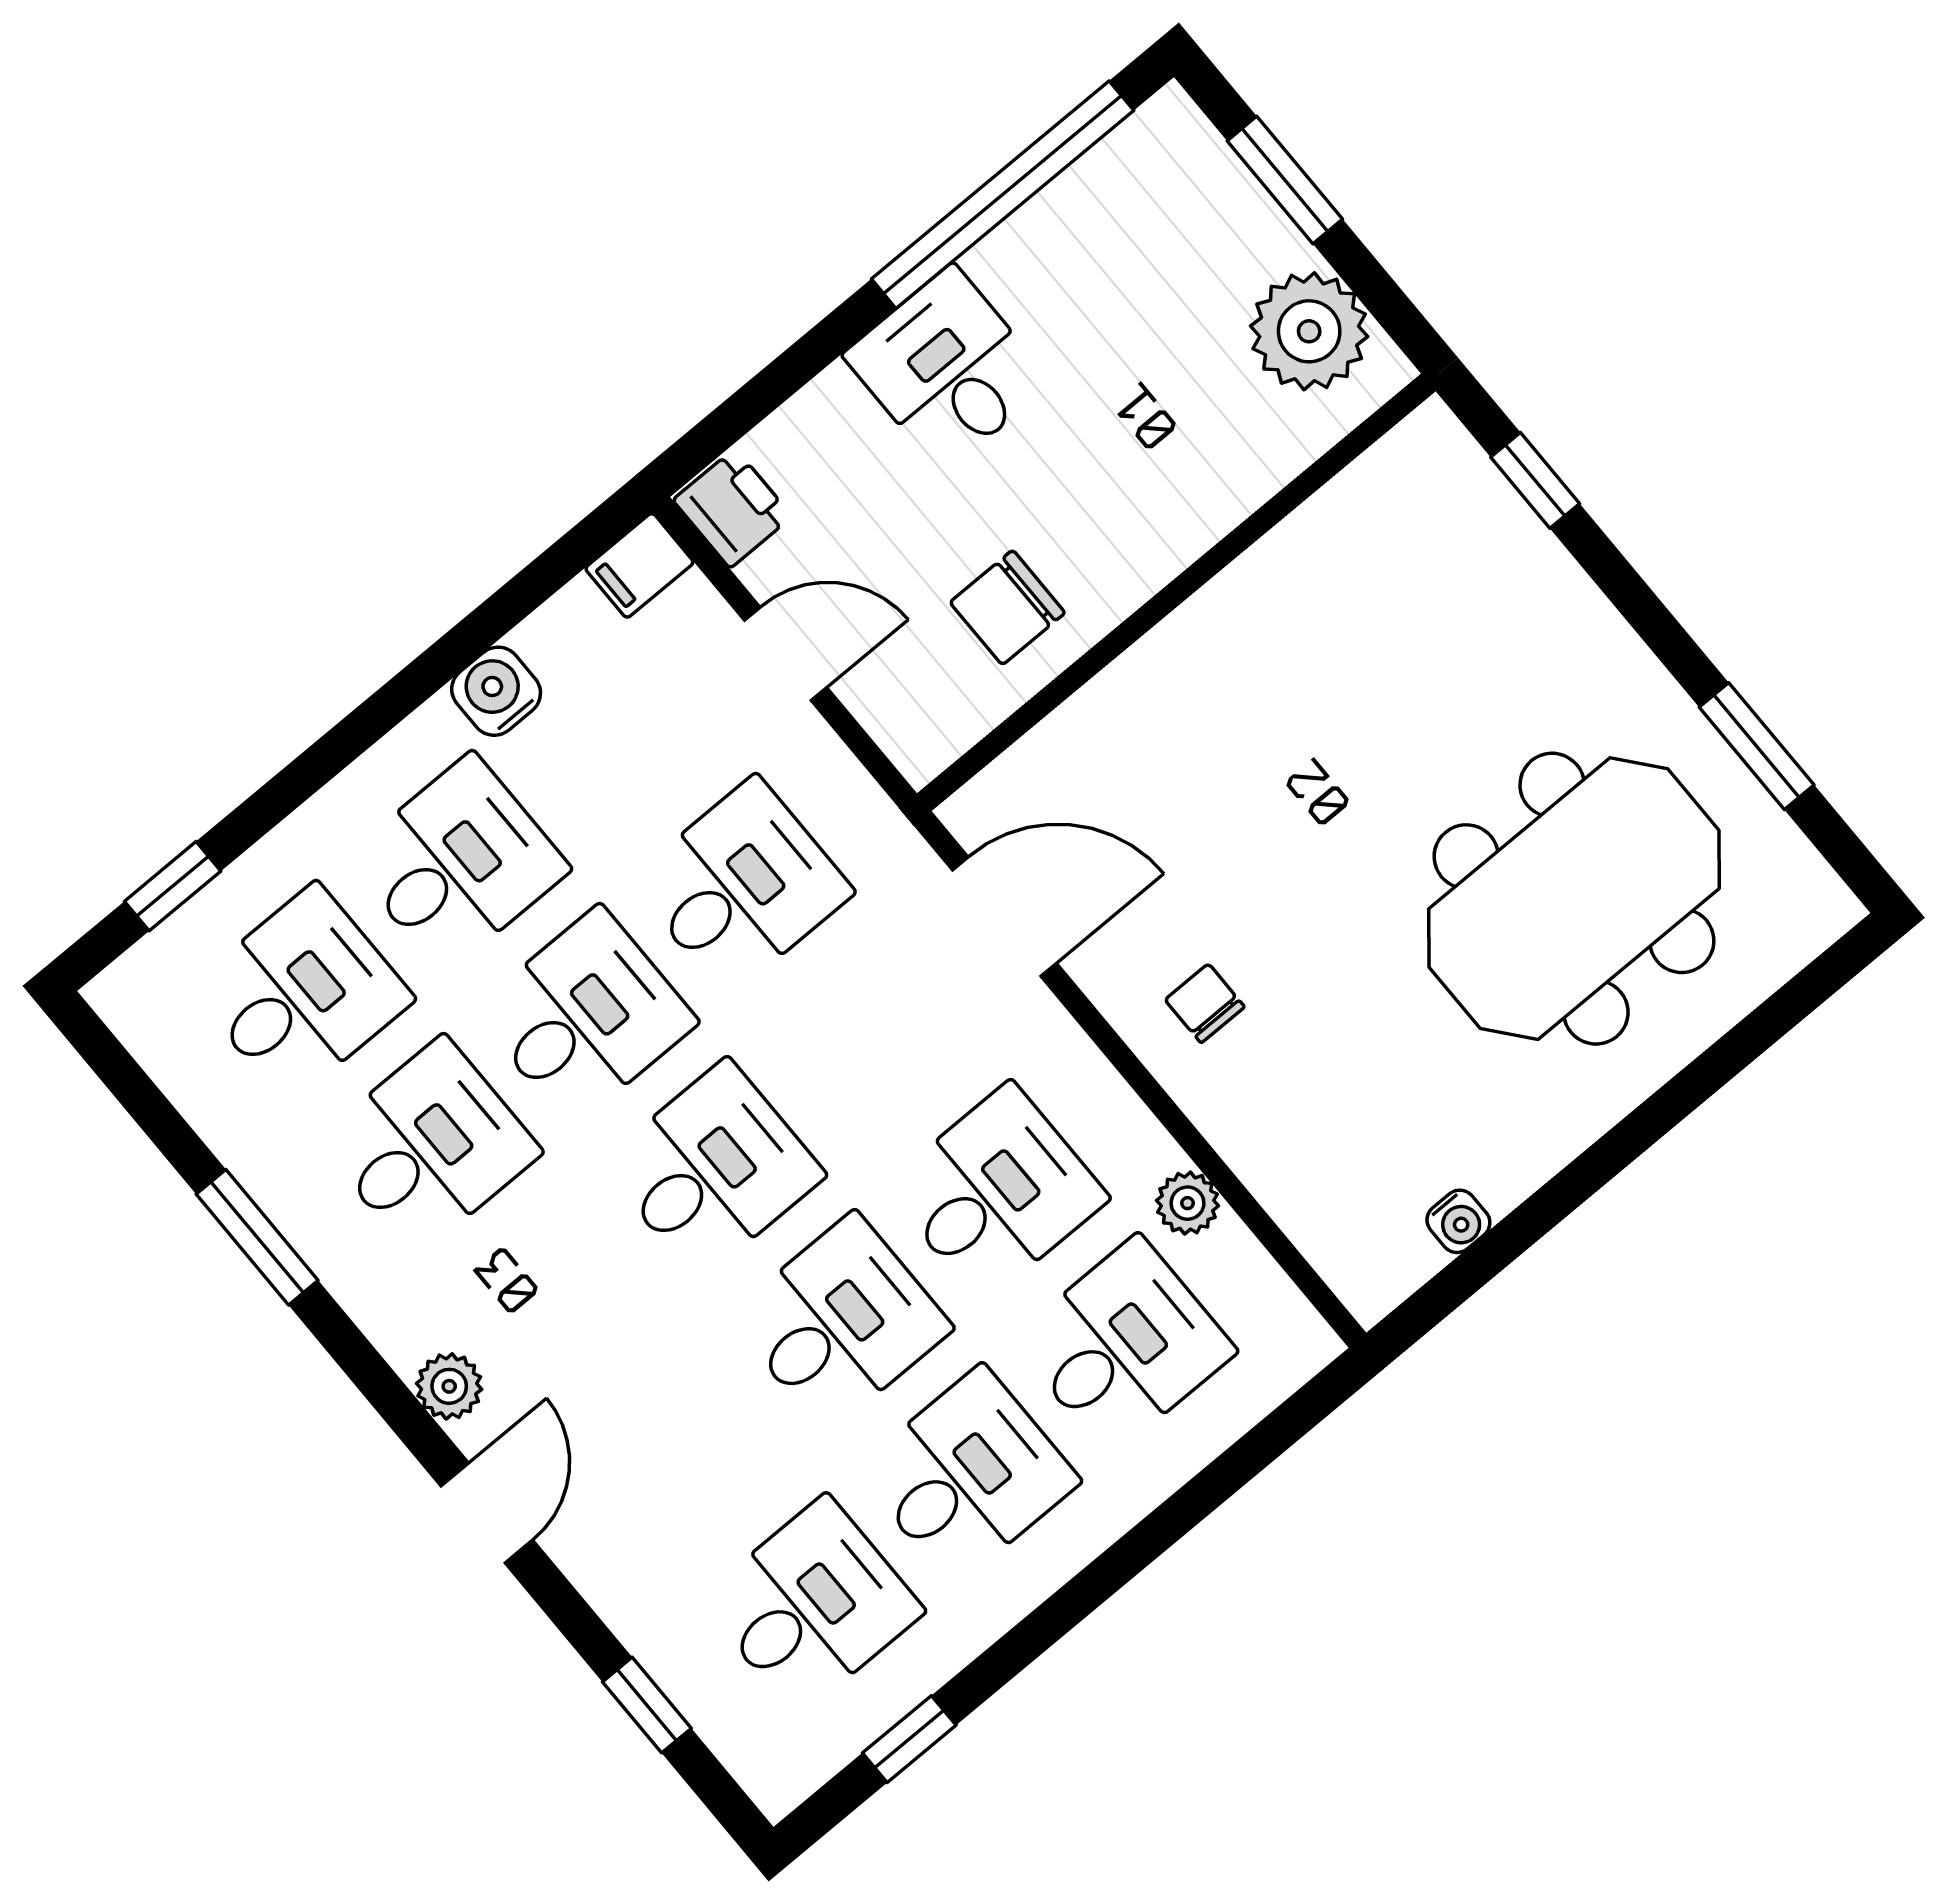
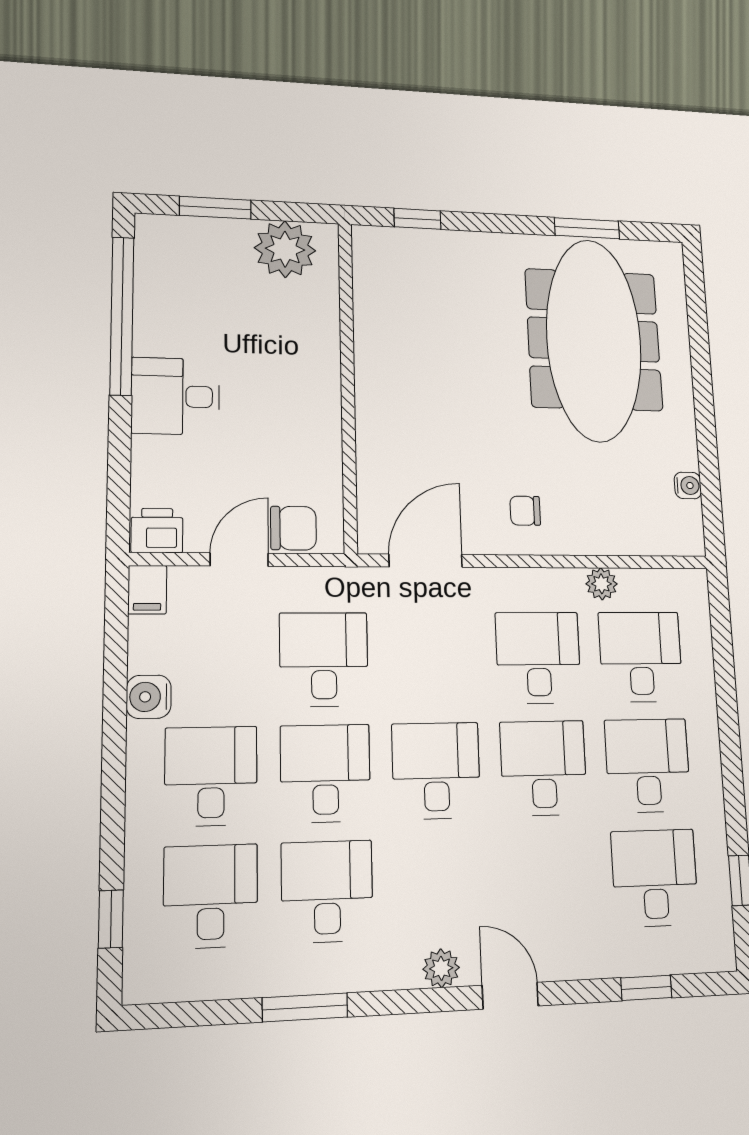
chair: (1007, 608) -> (293, 528), moved, turned -90
meeting table: (1574, 899) -> (594, 340), width x1.36

